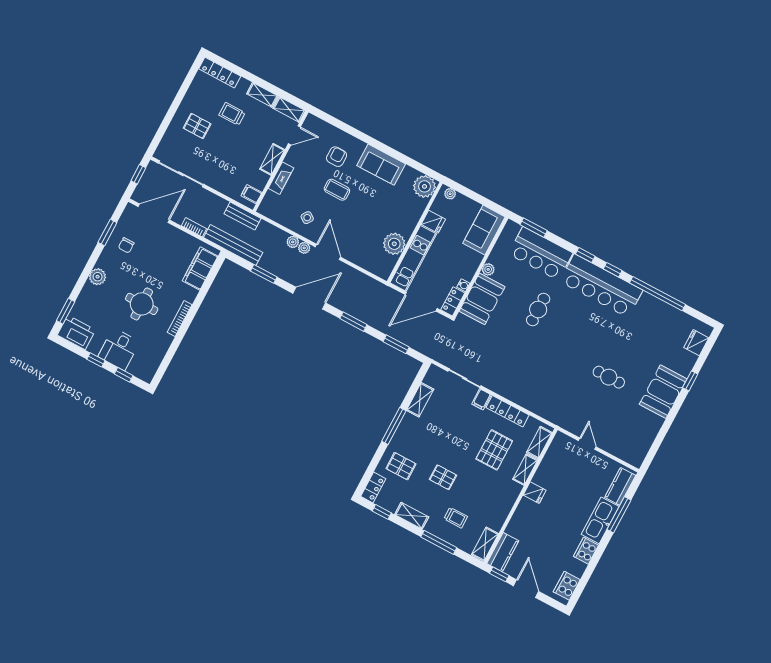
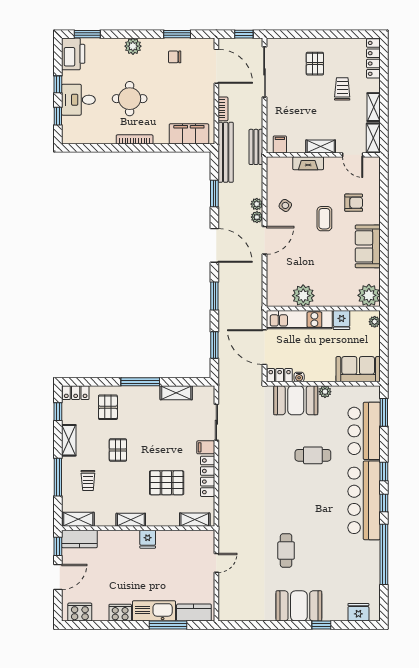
shelving: (525, 470) -> (131, 520), moved

